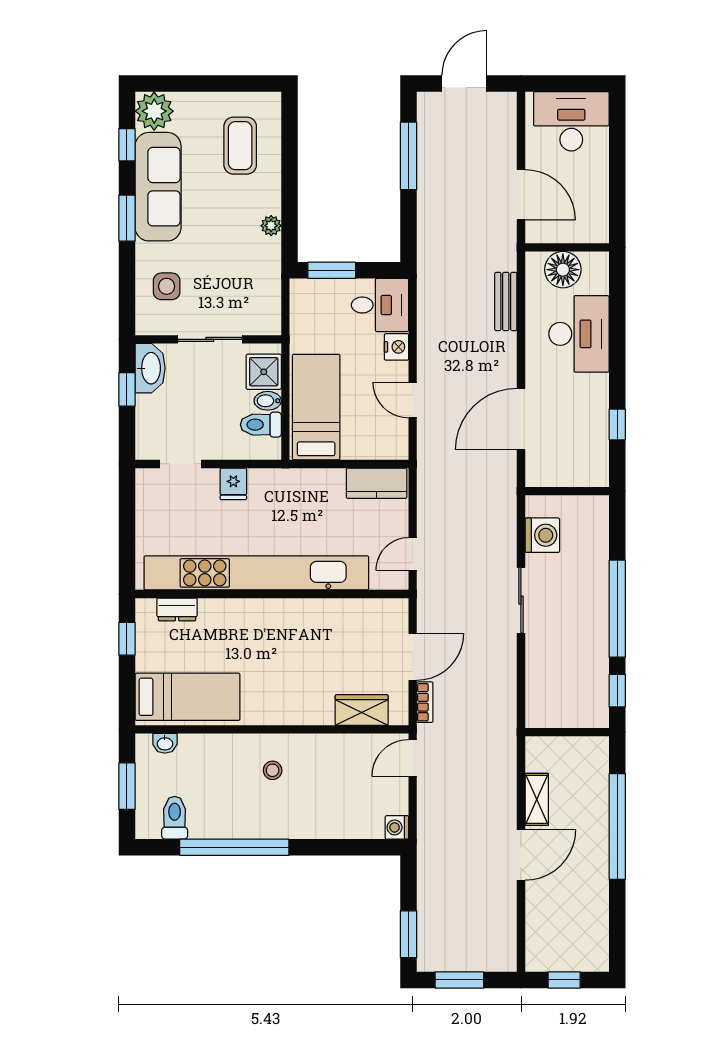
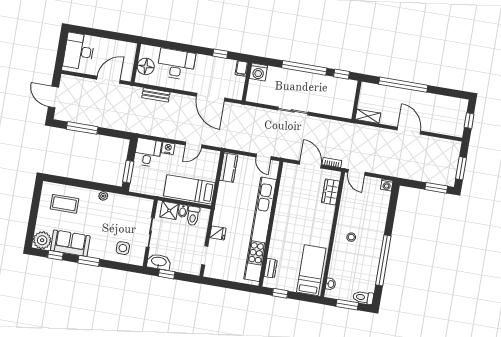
sofa: (158, 187) -> (70, 243), width x0.73
filing cabinet: (593, 475) -> (242, 68), added
washing machine: (542, 535) -> (258, 72), moved, turned 180
shelving: (537, 799) -> (368, 116), moved
toilet: (175, 818) -> (363, 297), moved

